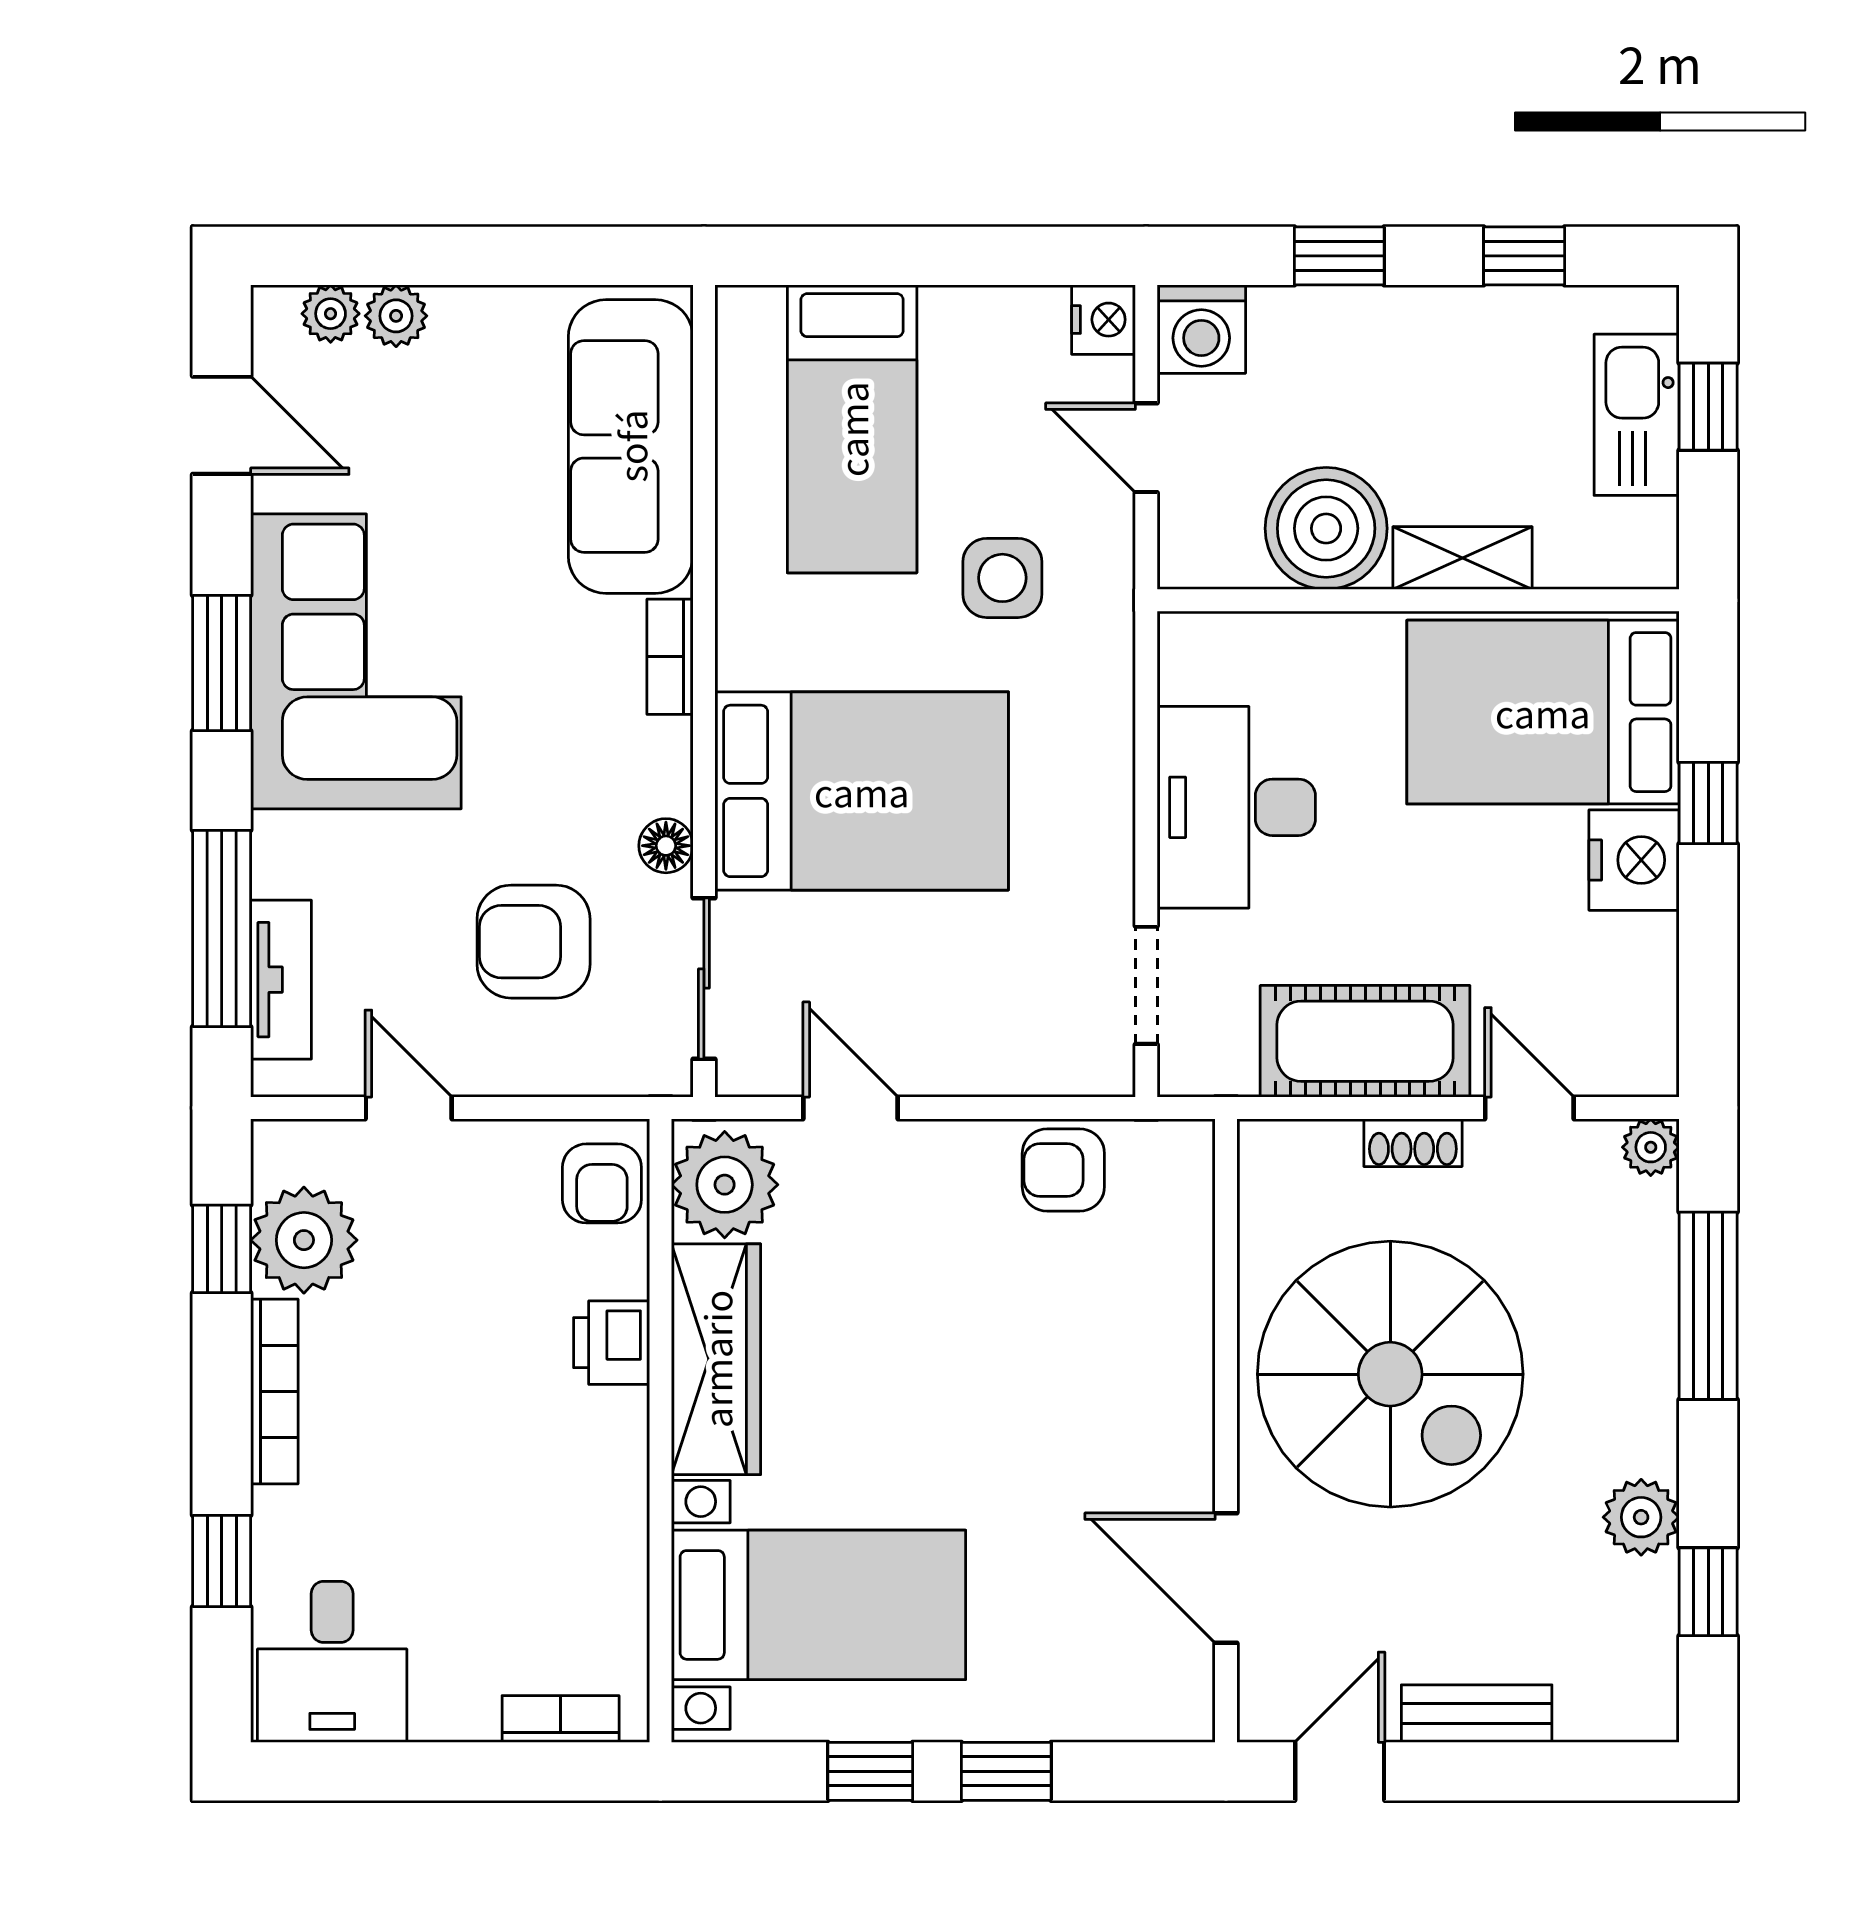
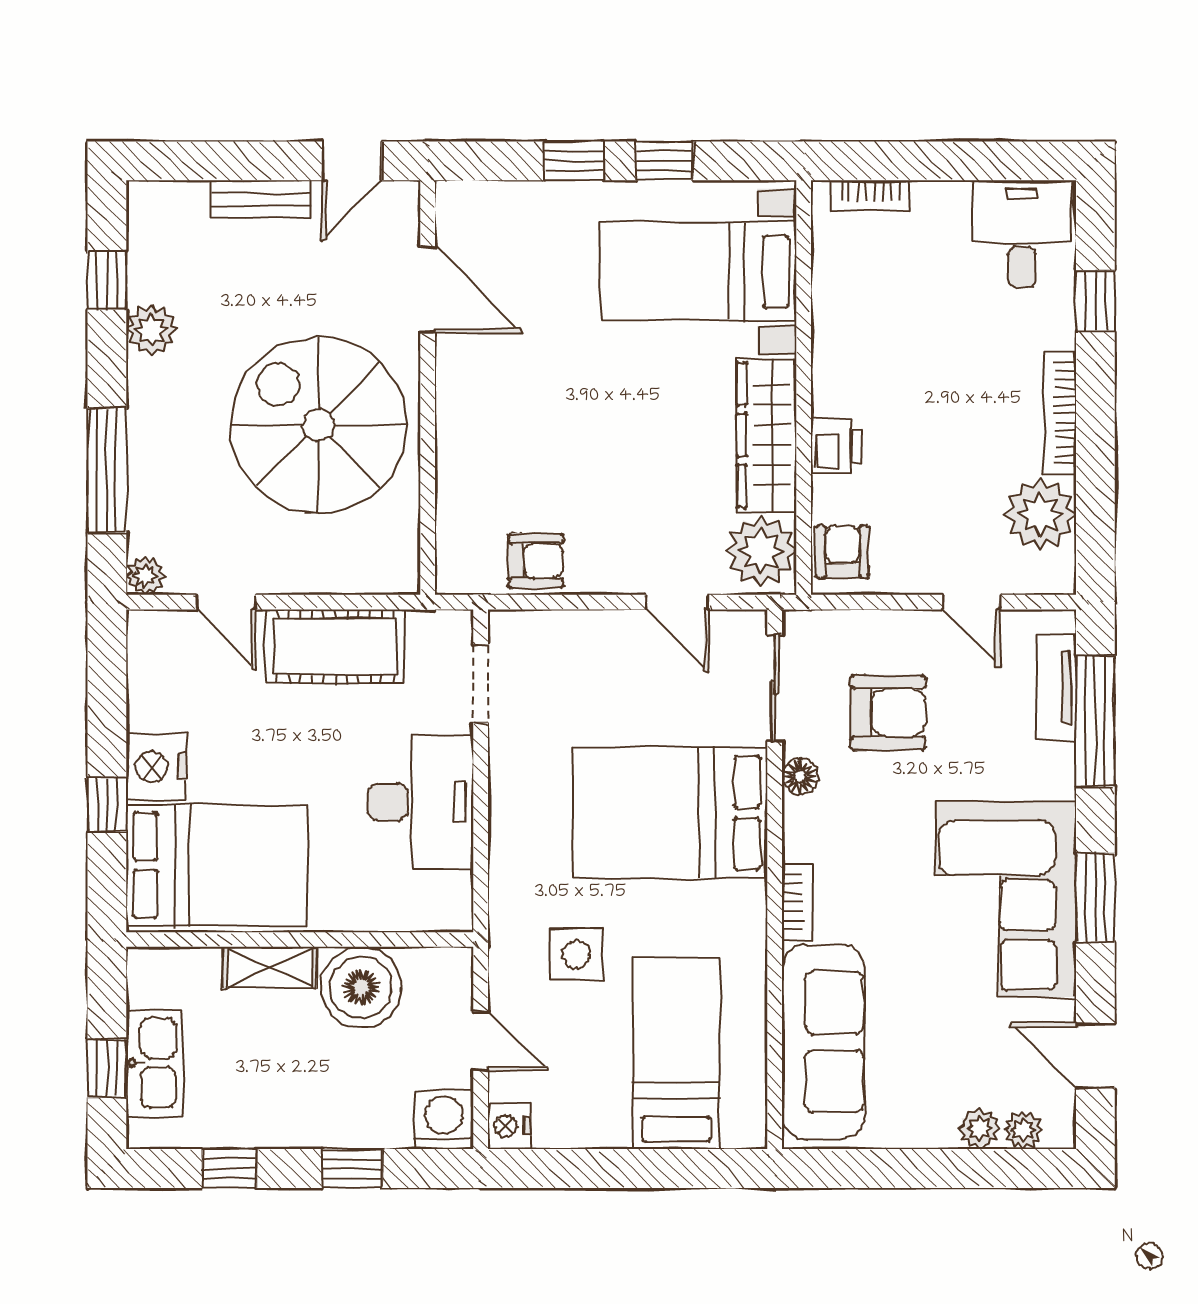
shoe rack: (1413, 1143) -> (303, 579), removed
window: (222, 1249) -> (1095, 508), removed

